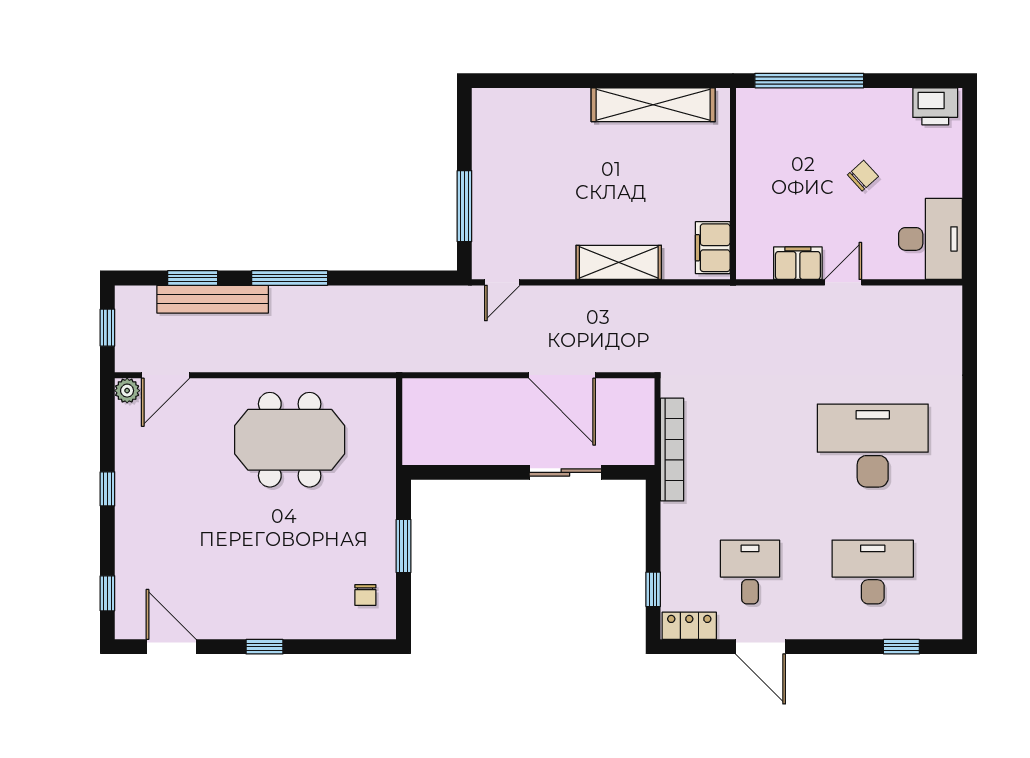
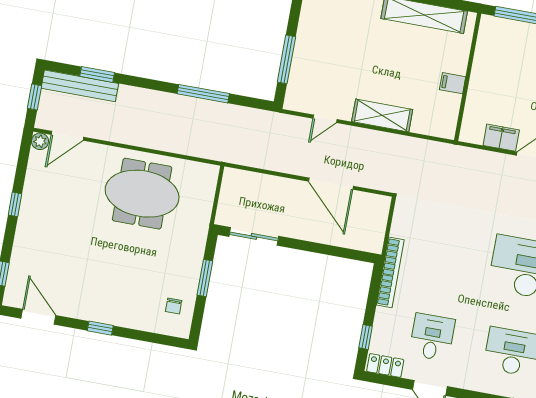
filing cabinet: (713, 248) -> (453, 83), moved, width x0.50
window: (290, 278) -> (203, 94), moved
door: (502, 282) -> (325, 119), moved
bench: (213, 299) -> (80, 86), moved
bookcase: (672, 450) -> (390, 272), moved
sliding door: (565, 472) -> (254, 236), moved

